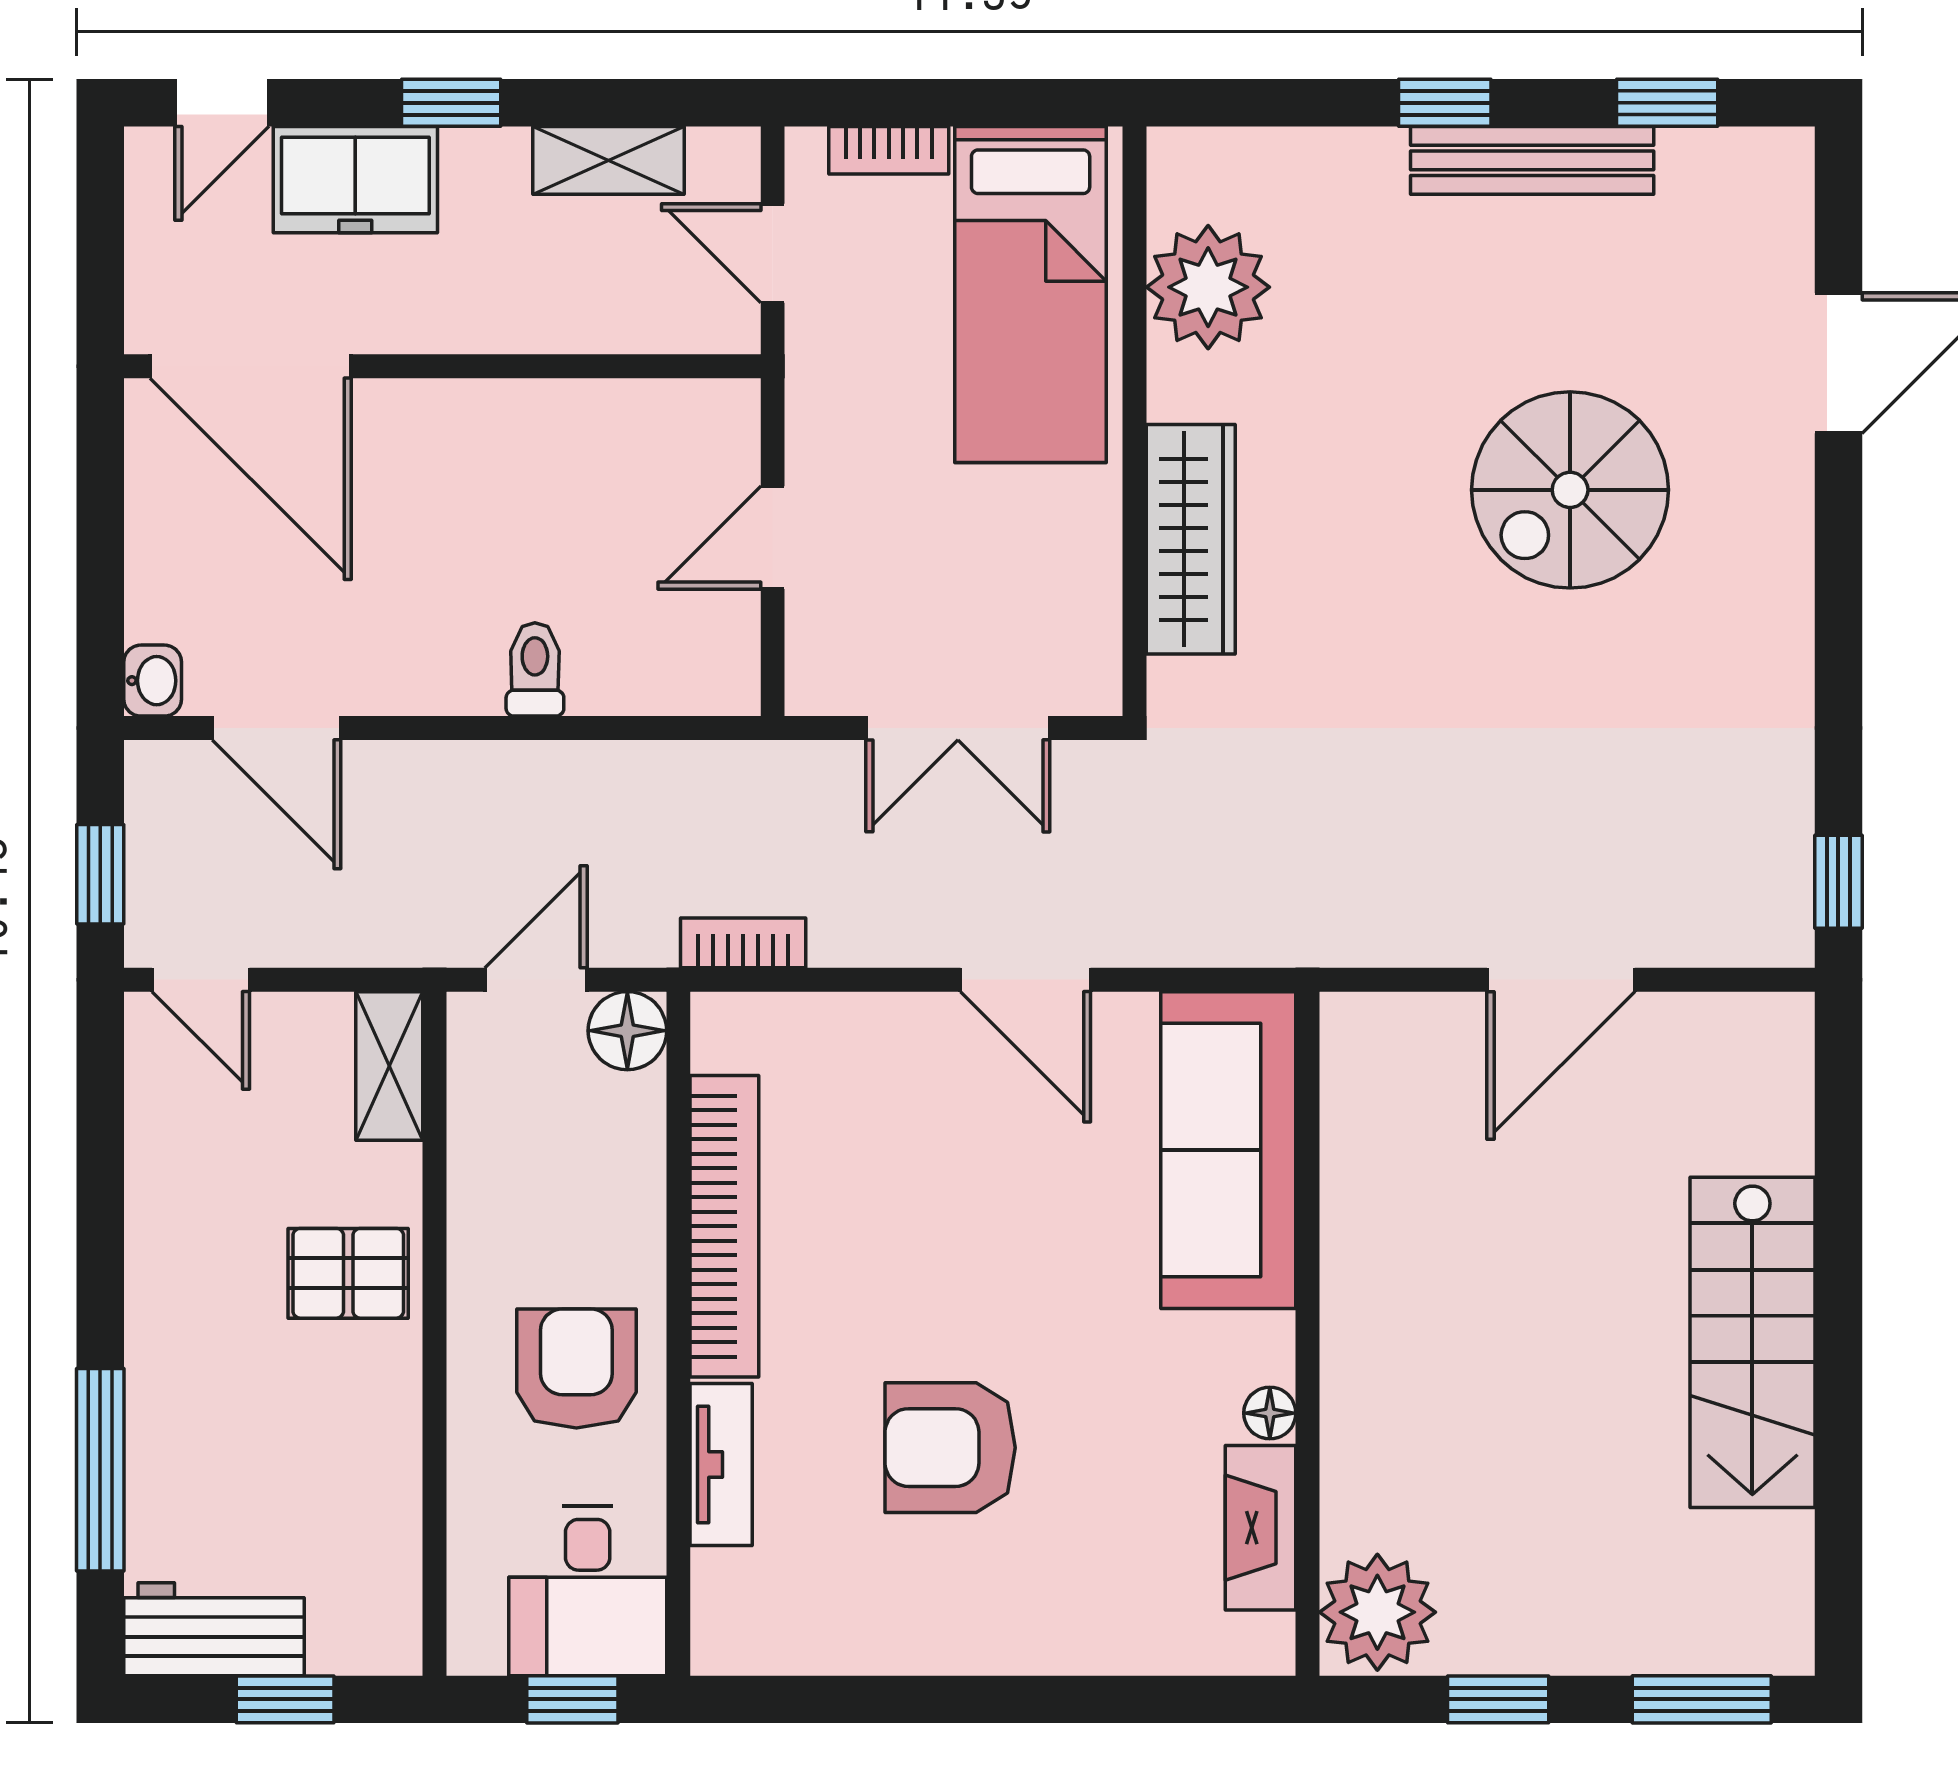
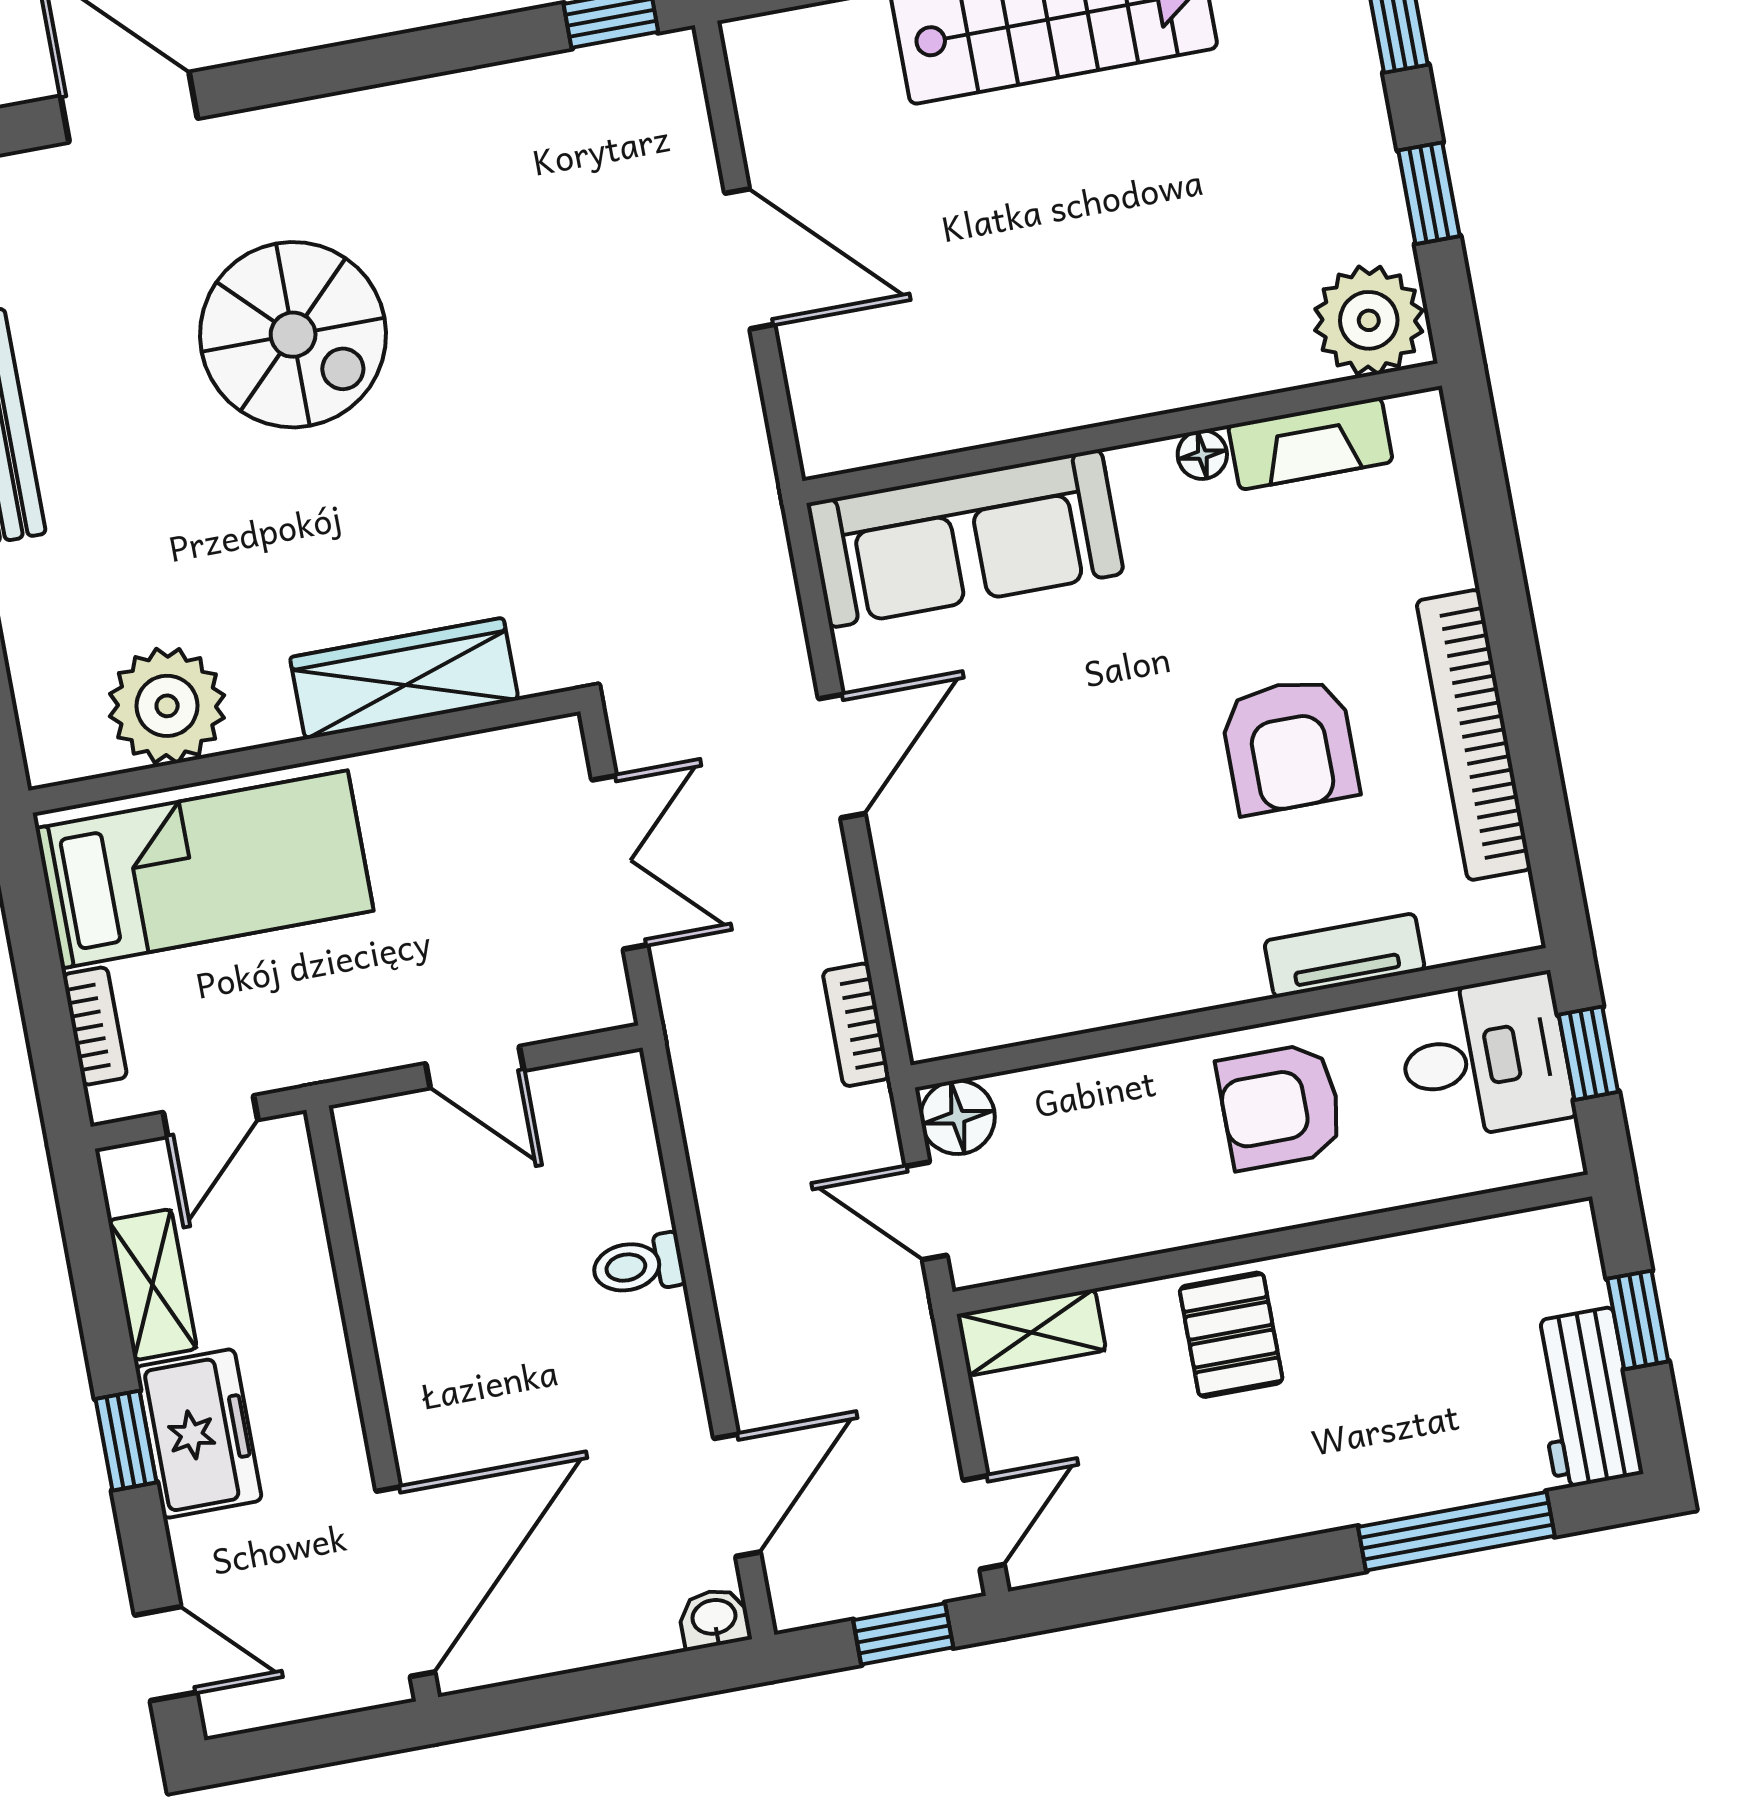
freezer: (355, 180) -> (199, 1434), moved
bookcase: (724, 1226) -> (1474, 735), moved, turned -90

